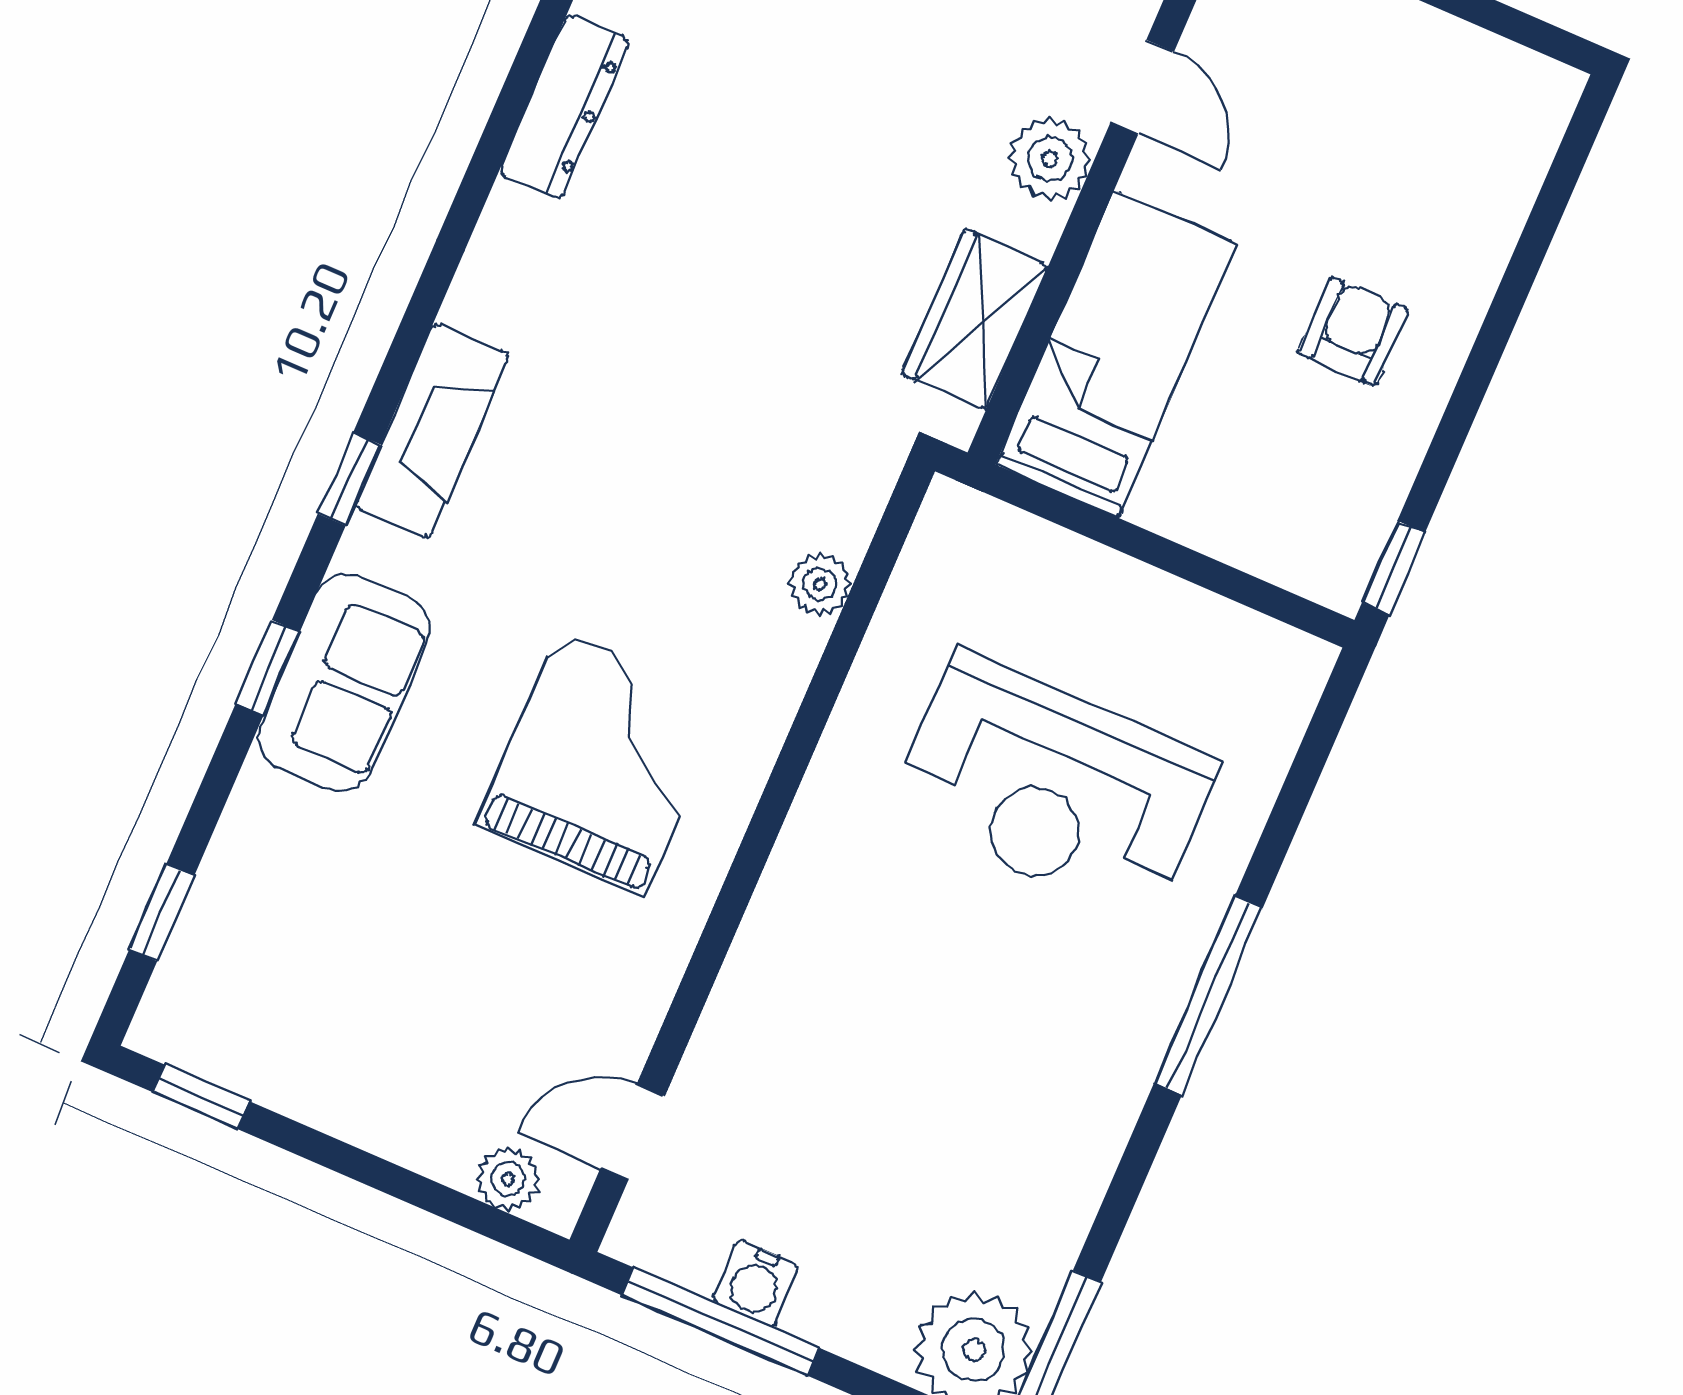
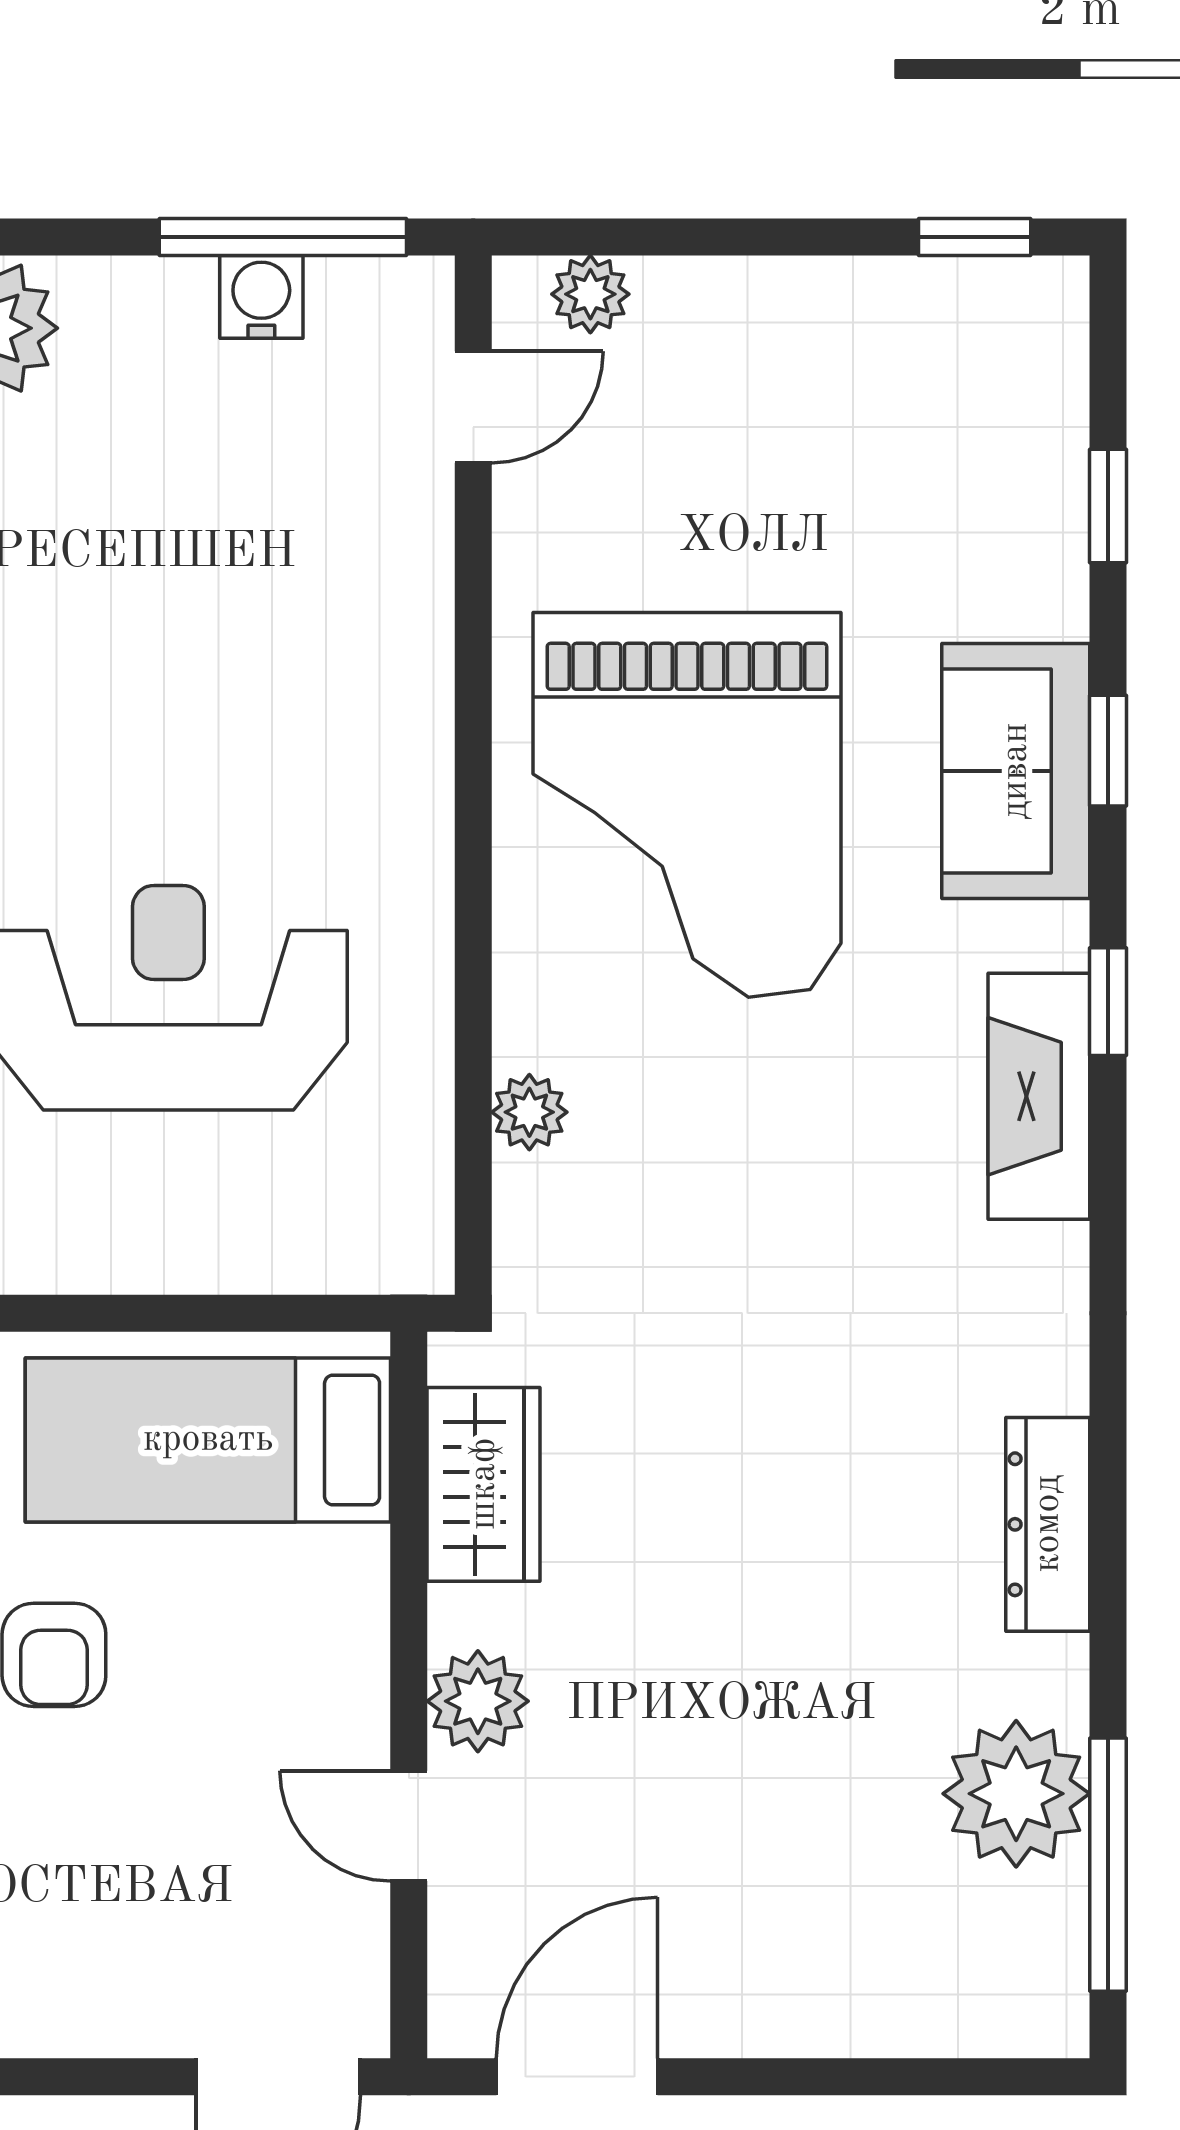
bed: (1116, 354) -> (208, 1440), moved, turned 90
grand piano: (601, 764) -> (687, 805), width x1.37, depth x1.48
window: (162, 913) -> (1108, 506), moved

